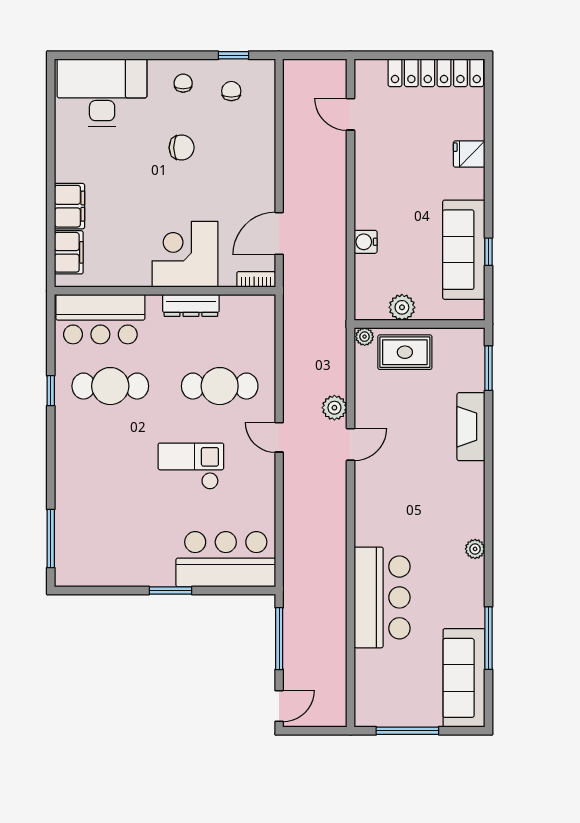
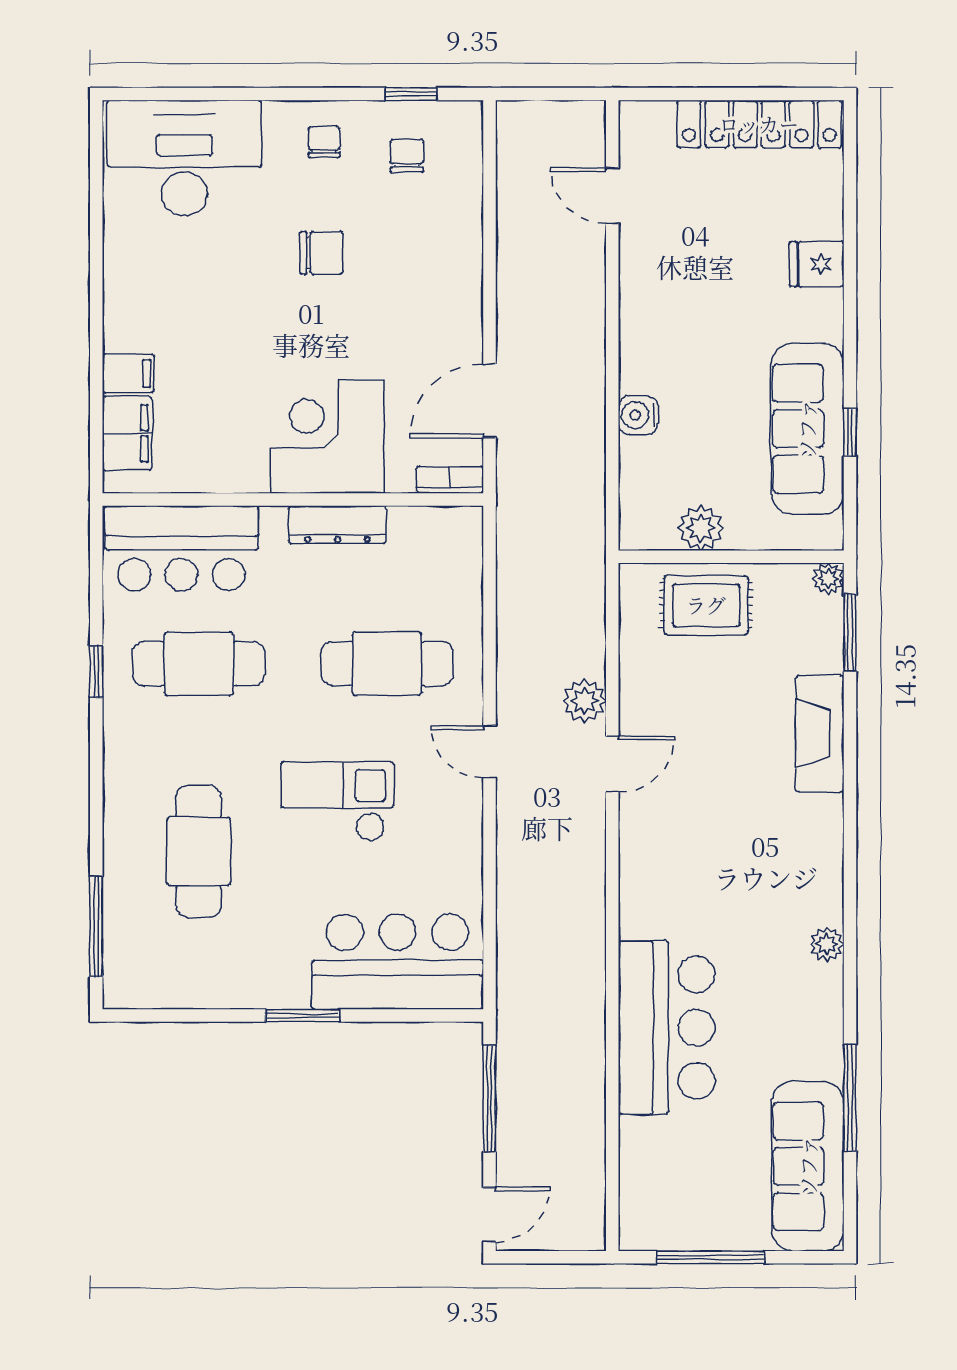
filing cabinet: (69, 206) -> (128, 373), width x0.50
plant: (365, 337) -> (828, 578), moved
cafe table: (110, 495) -> (199, 851), added

